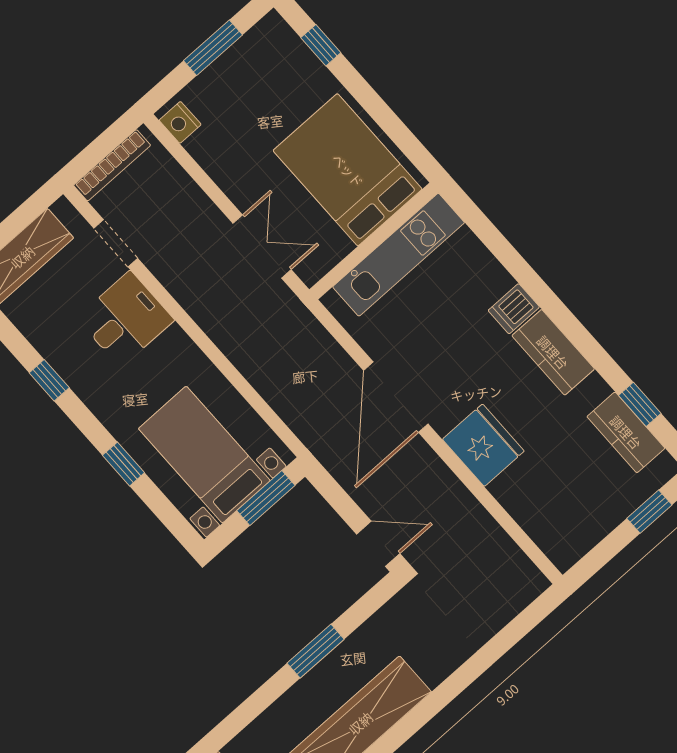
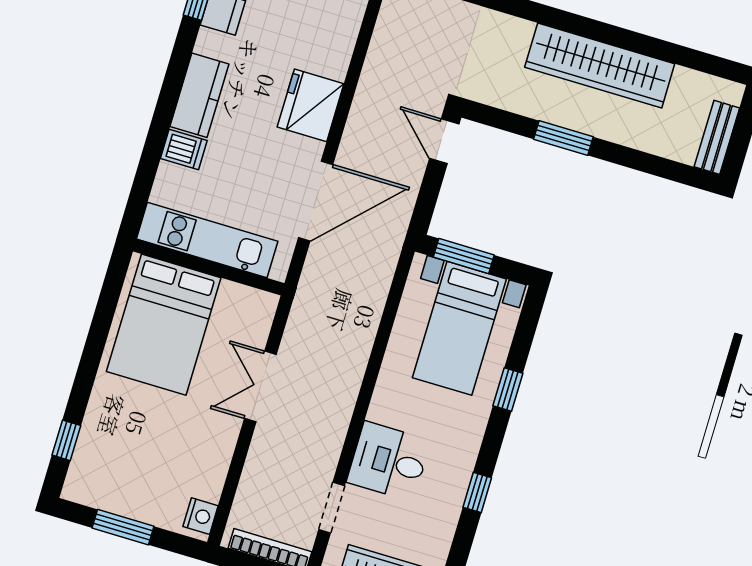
bed: (348, 170) -> (164, 325), moved
wall: (374, 241) -> (209, 267), moved
kitchen unit: (399, 255) -> (207, 240), moved

